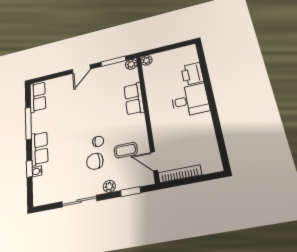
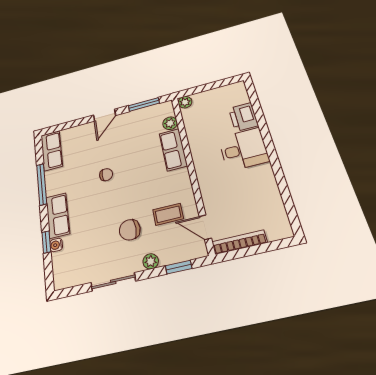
plant: (131, 64) -> (170, 123), moved
chair: (98, 141) -> (106, 175), moved

